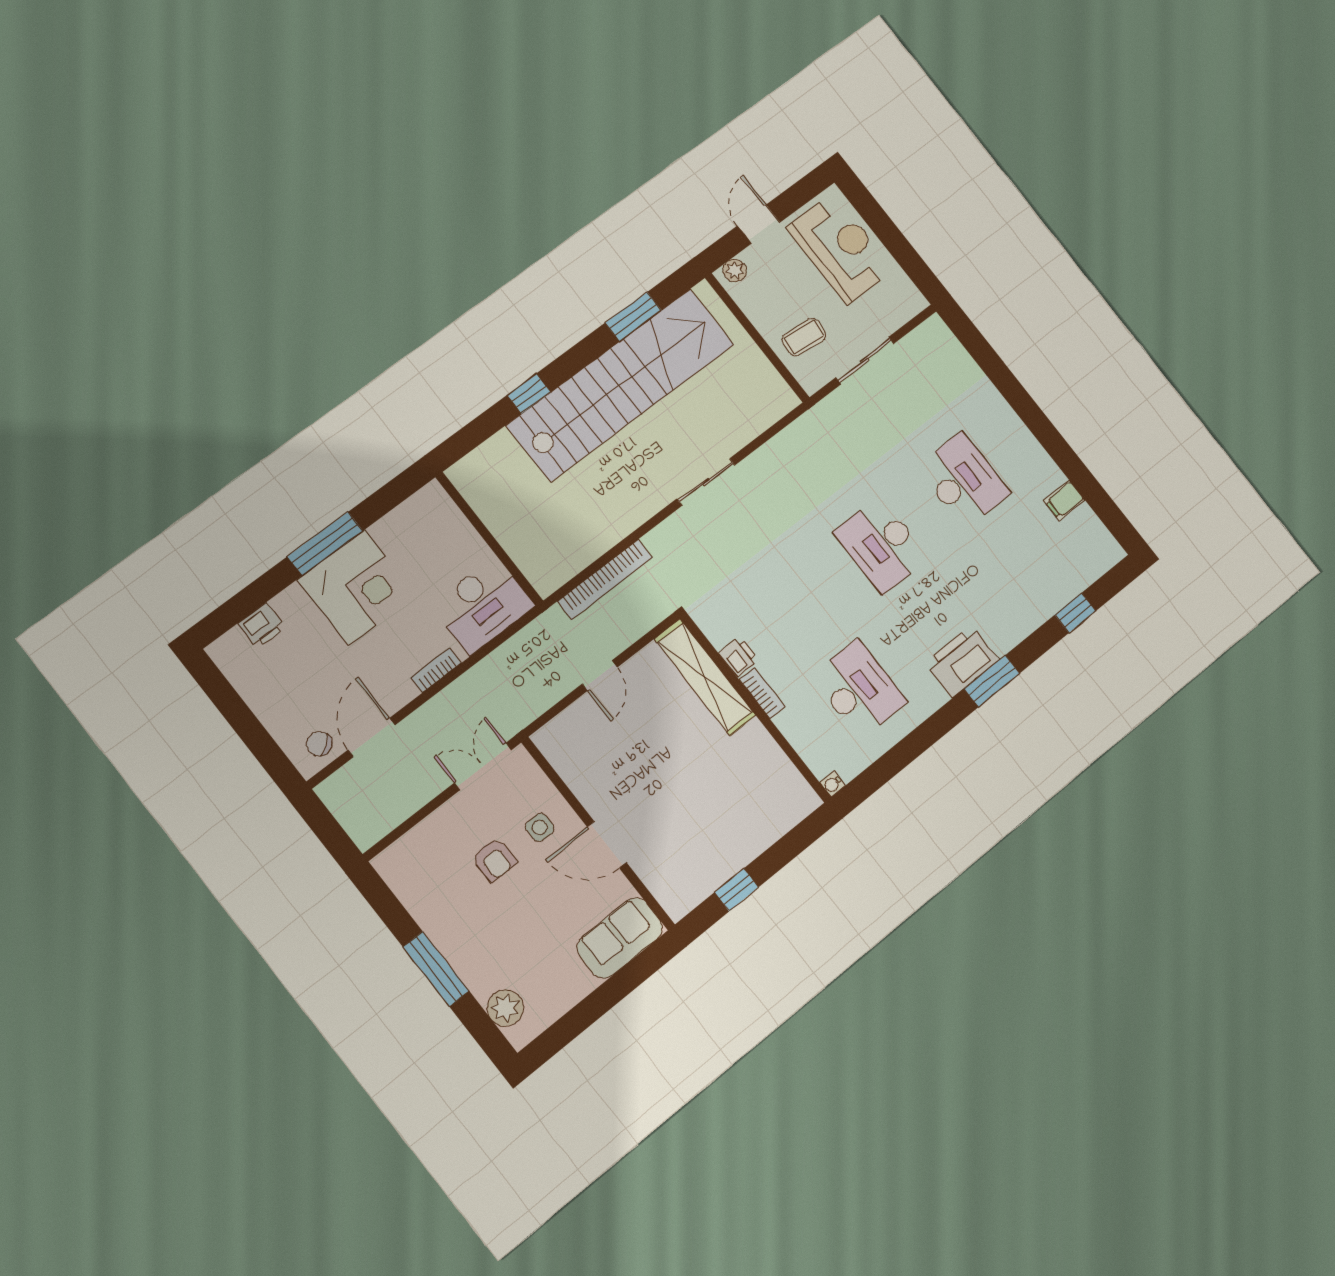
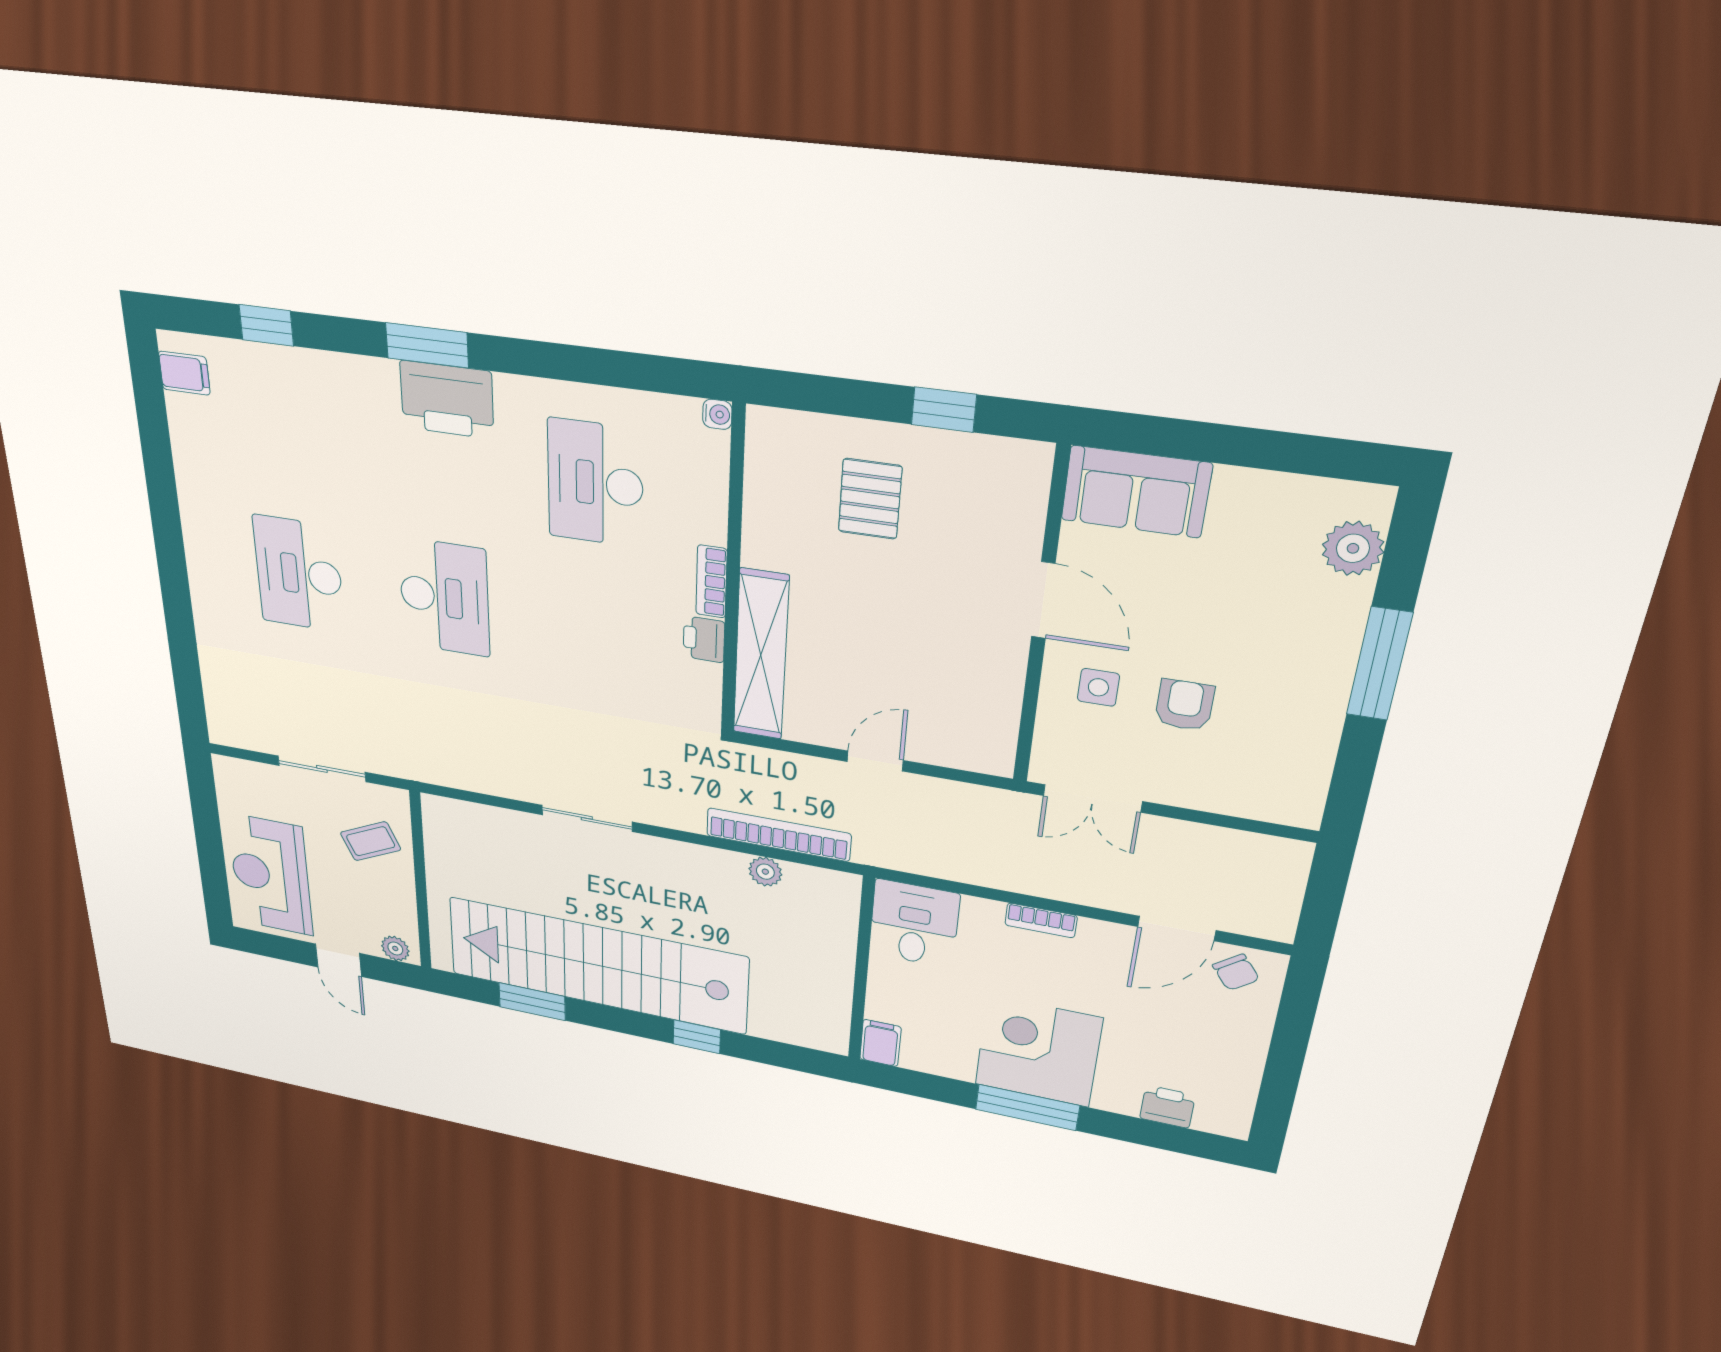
door: (759, 224) -> (339, 960), hinge flipped
coffee table: (804, 337) -> (371, 841), turned -30
filing cabinet: (1064, 500) -> (184, 373), moved
filing cabinet: (436, 501) -> (880, 1043), added
plant: (591, 548) -> (765, 872), added
desk: (483, 605) -> (914, 924), width x0.73
pallet: (729, 813) -> (870, 499), added

